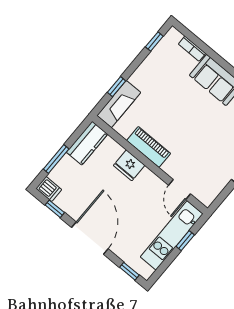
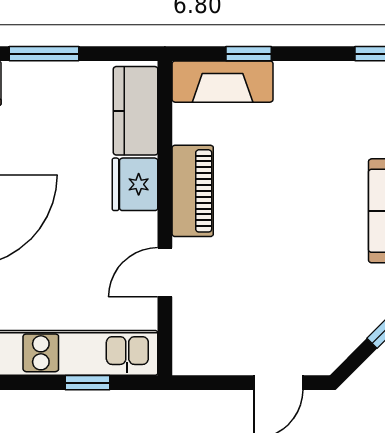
kitchen counter: (87, 143) -> (136, 111), moved, turned 90
door: (180, 189) -> (165, 272), moved

